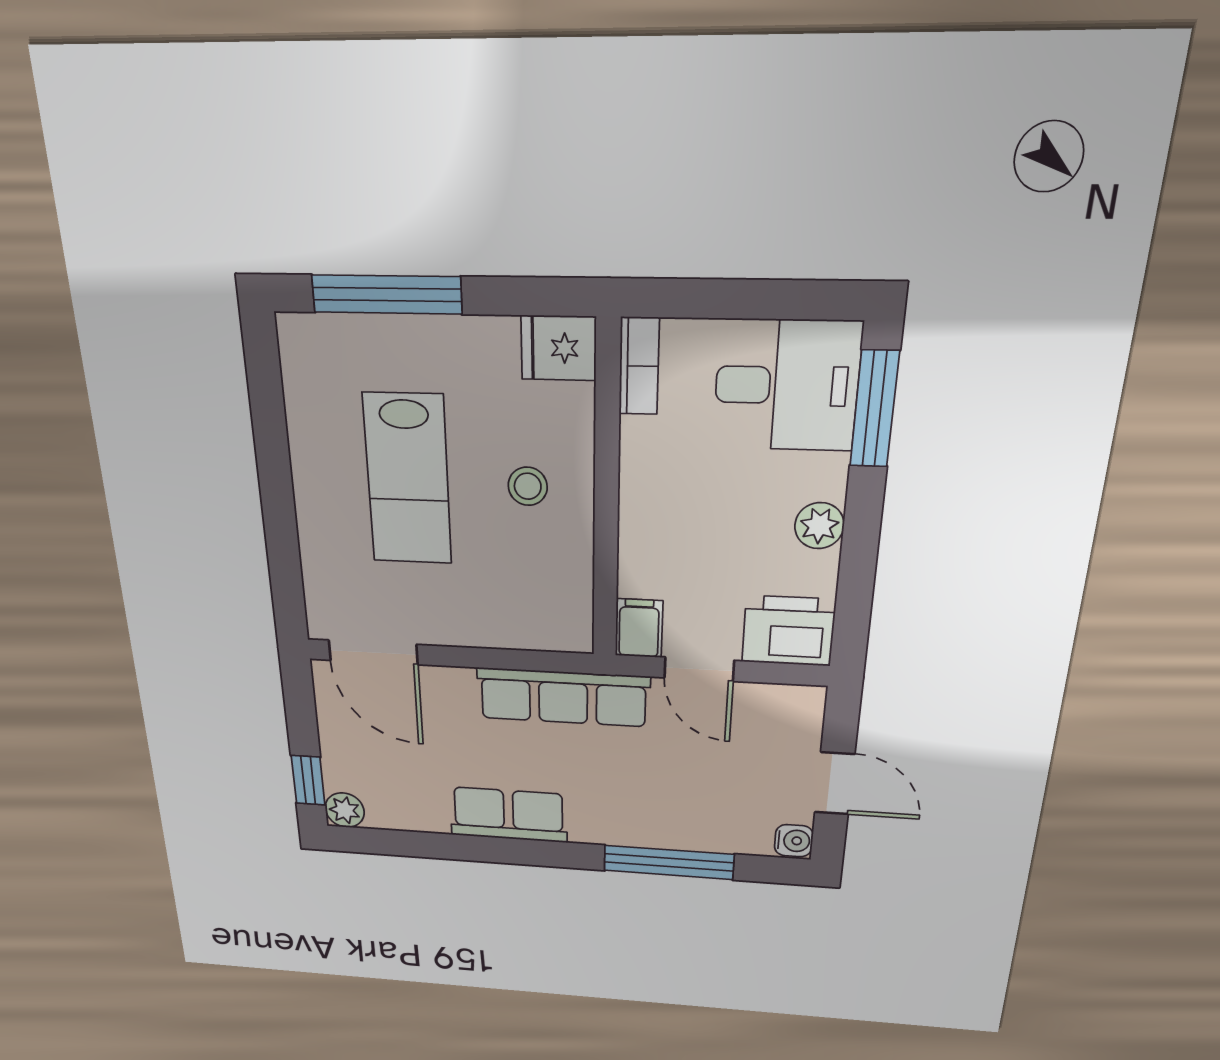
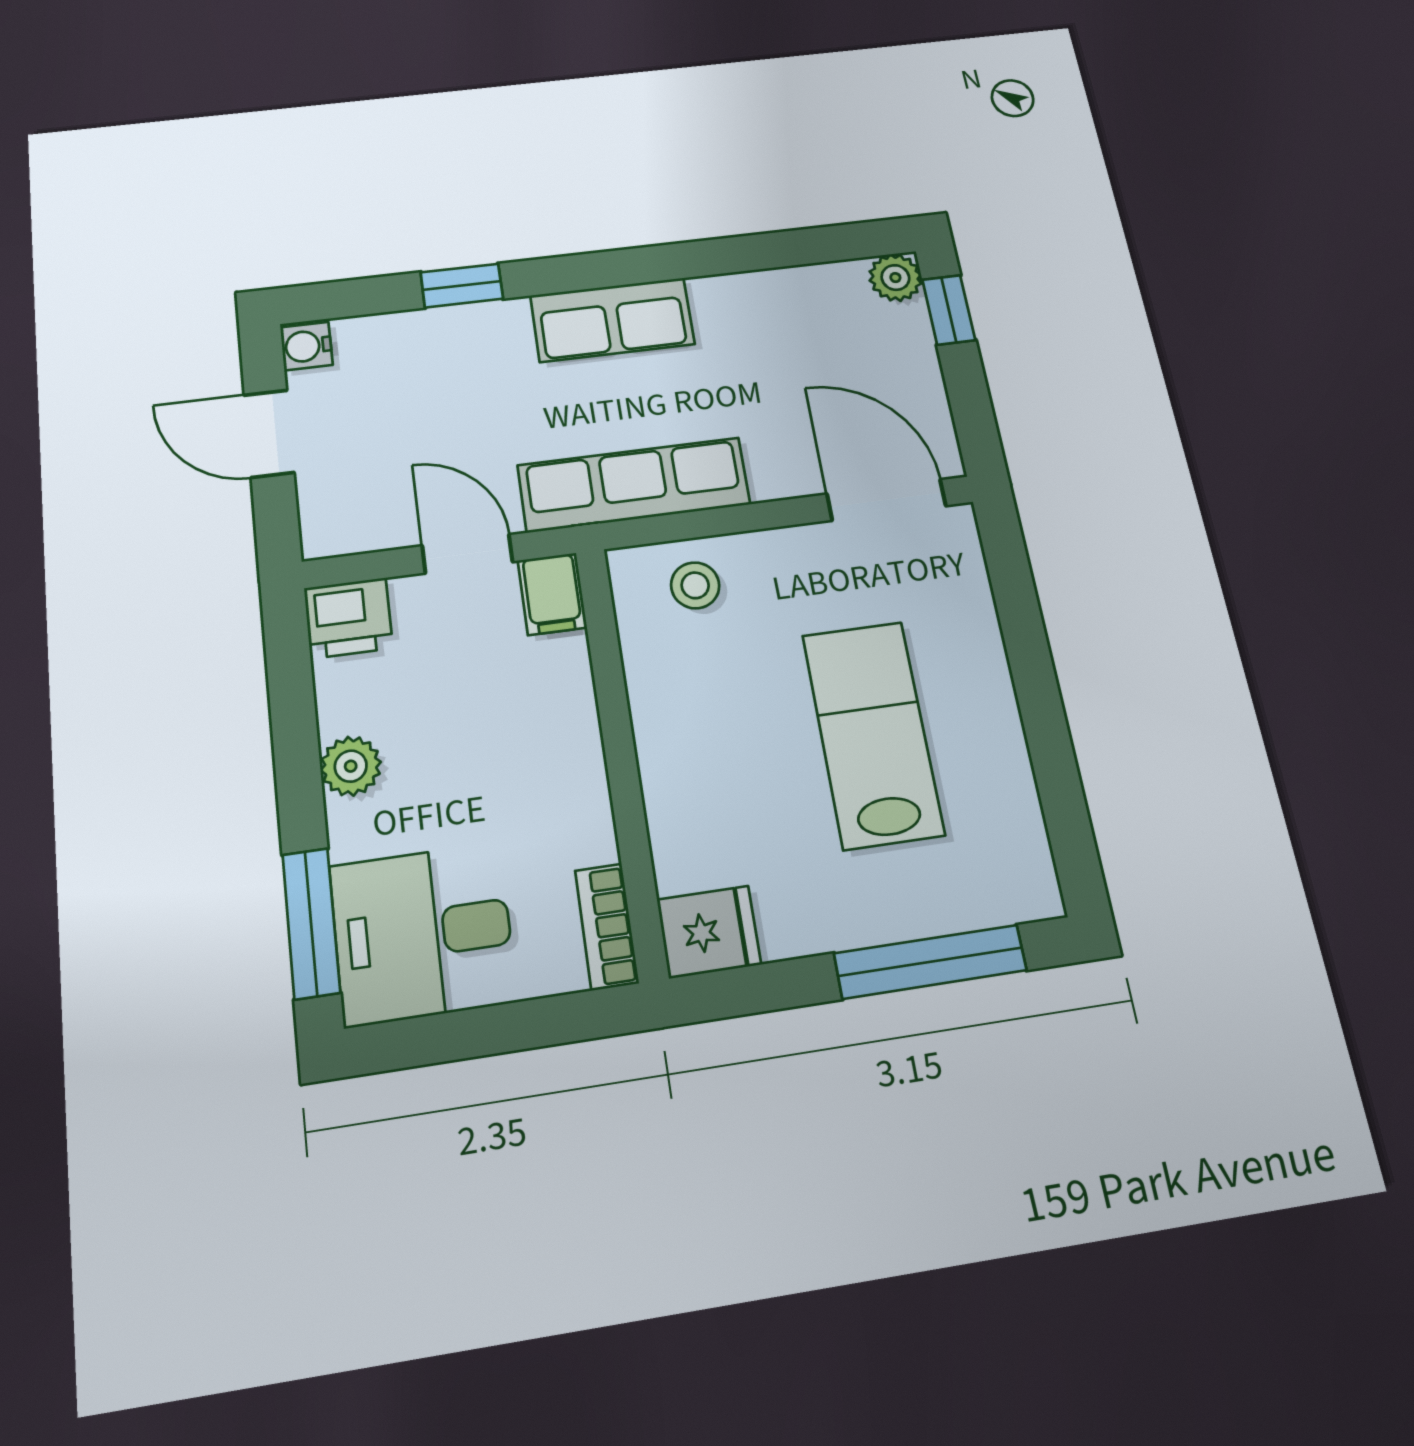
stool: (528, 486) -> (695, 585), moved
printer: (788, 631) -> (348, 618), width x0.73, depth x0.81
row of seats: (508, 815) -> (612, 320), moved
window: (669, 862) -> (462, 286), width x0.46

